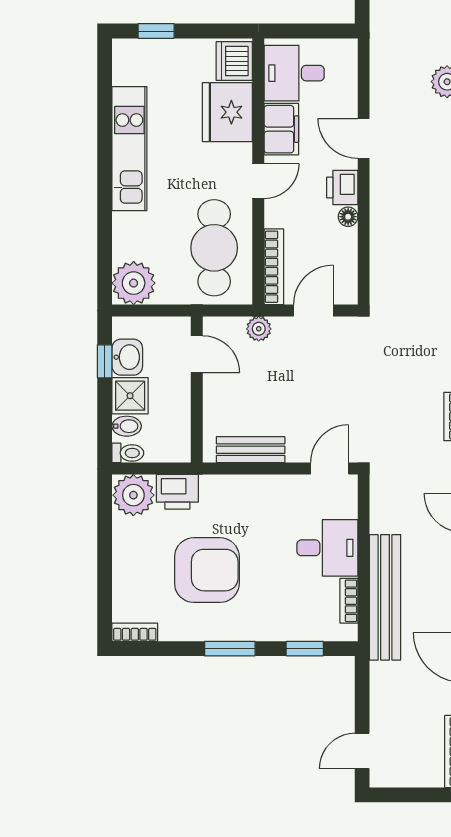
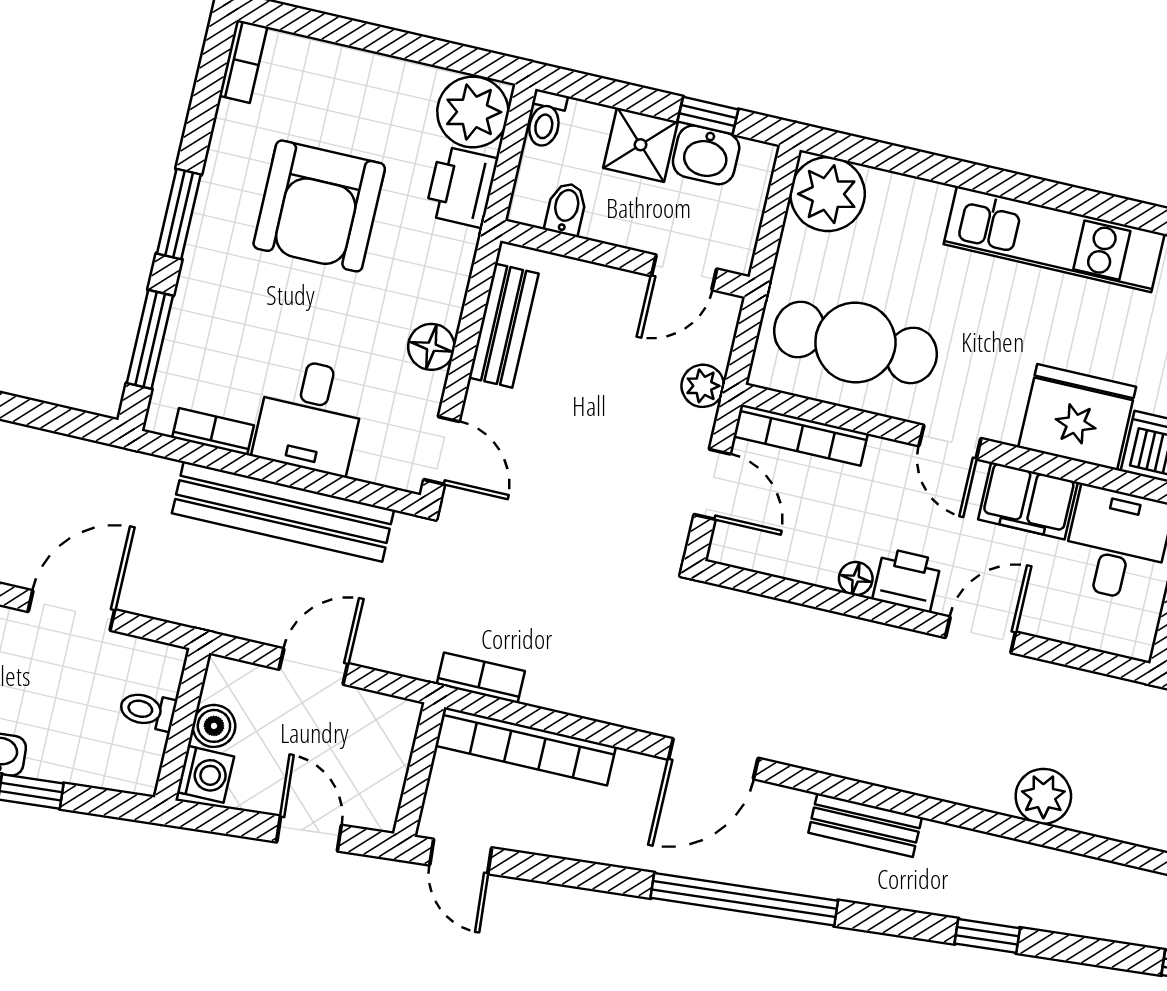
bidet: (127, 426) -> (566, 209), moved, turned 180
floor lamp: (272, 488) -> (431, 347), added
bench: (385, 597) -> (283, 512), moved
window: (305, 649) -> (150, 339), width x1.50

